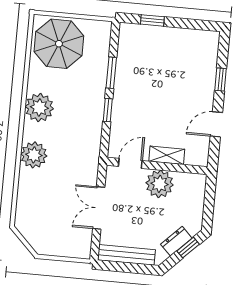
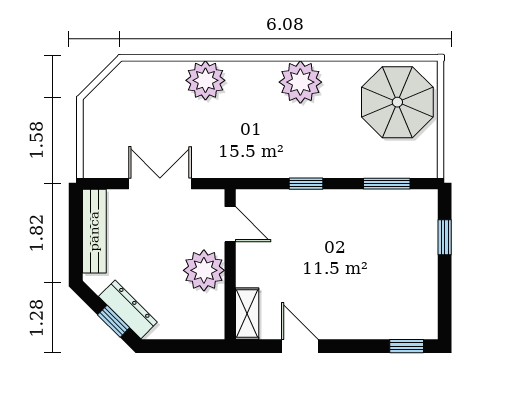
window: (111, 73) -> (387, 184), moved
window: (221, 79) -> (407, 346), moved
plant: (34, 155) -> (205, 80), moved
shelving: (167, 155) -> (247, 314), moved
dresser: (176, 241) -> (128, 309), width x1.44

